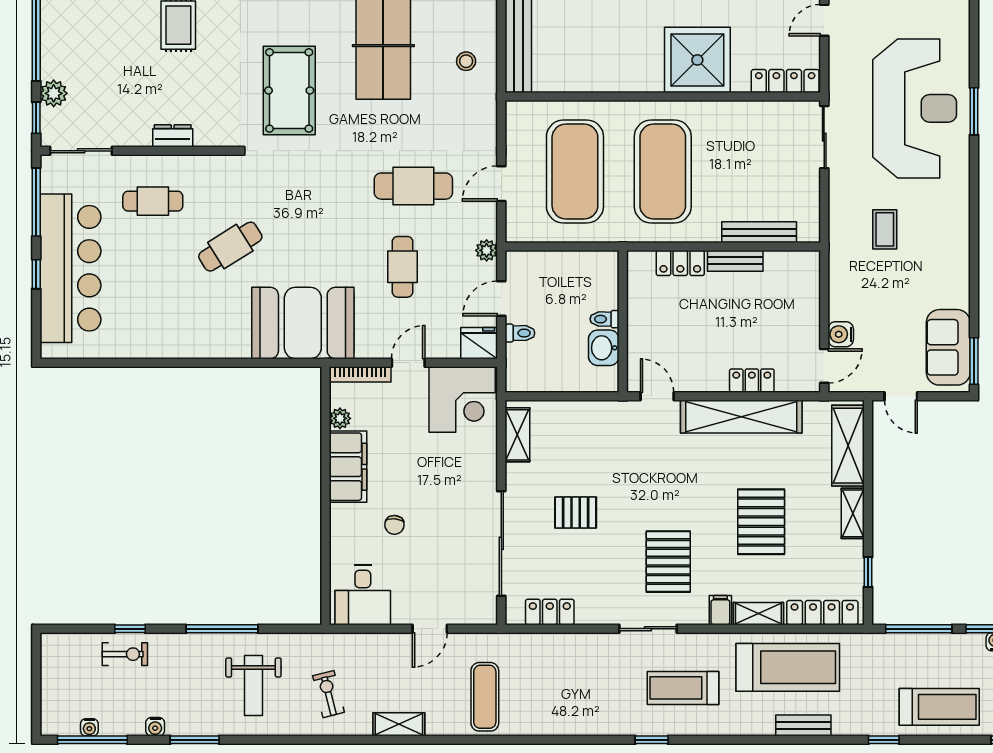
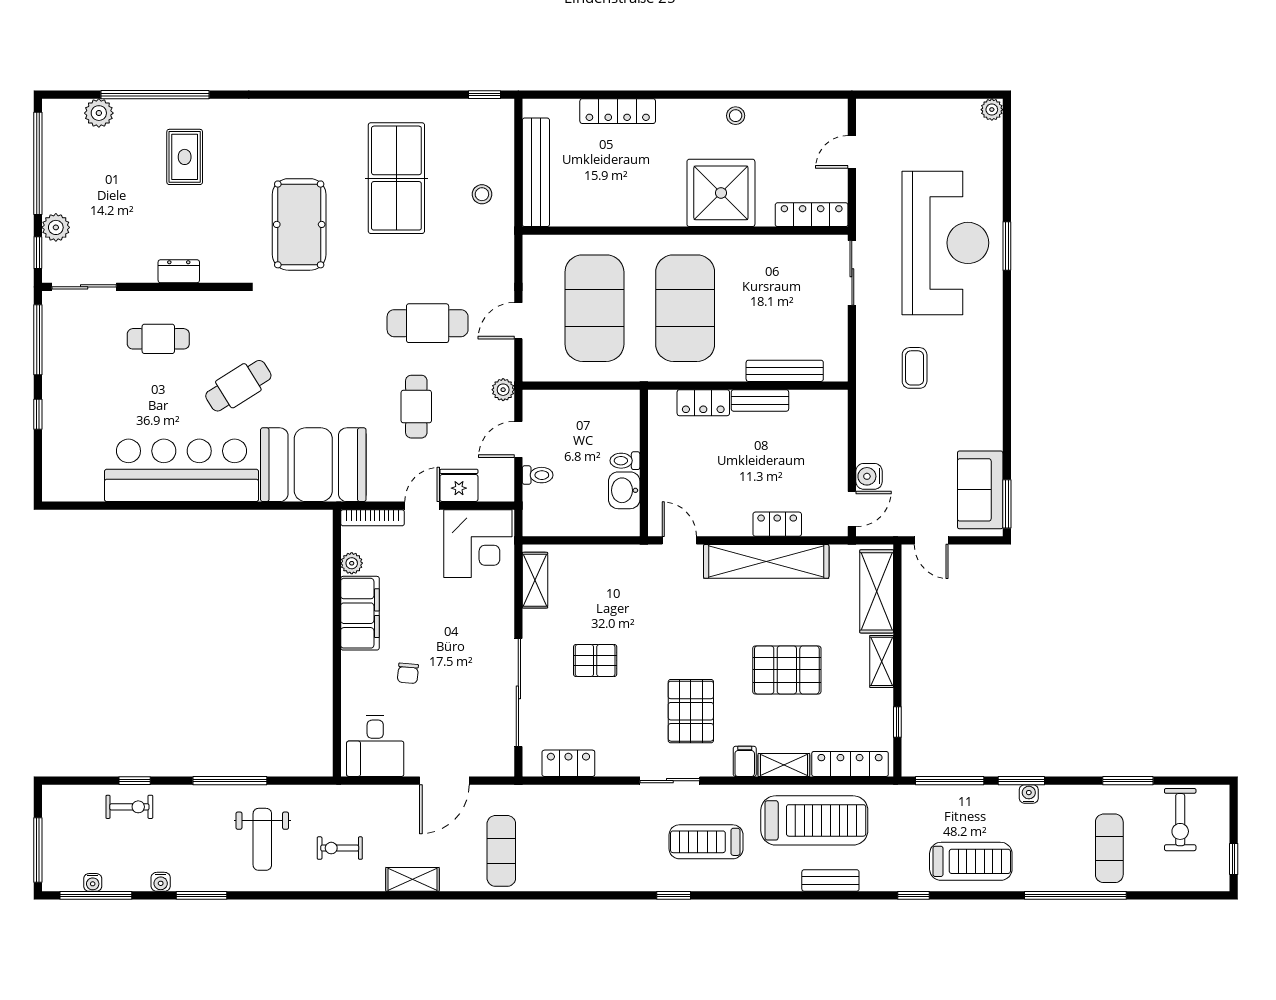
bar counter: (70, 268) -> (182, 470), moved, turned -90
fridge: (479, 343) -> (459, 485), moved
pallet: (761, 522) -> (787, 670), turned 90
door: (430, 629) -> (444, 781), width x1.38
exercise bike: (328, 694) -> (340, 848), turned -76
window: (36, 696) -> (38, 850), added

